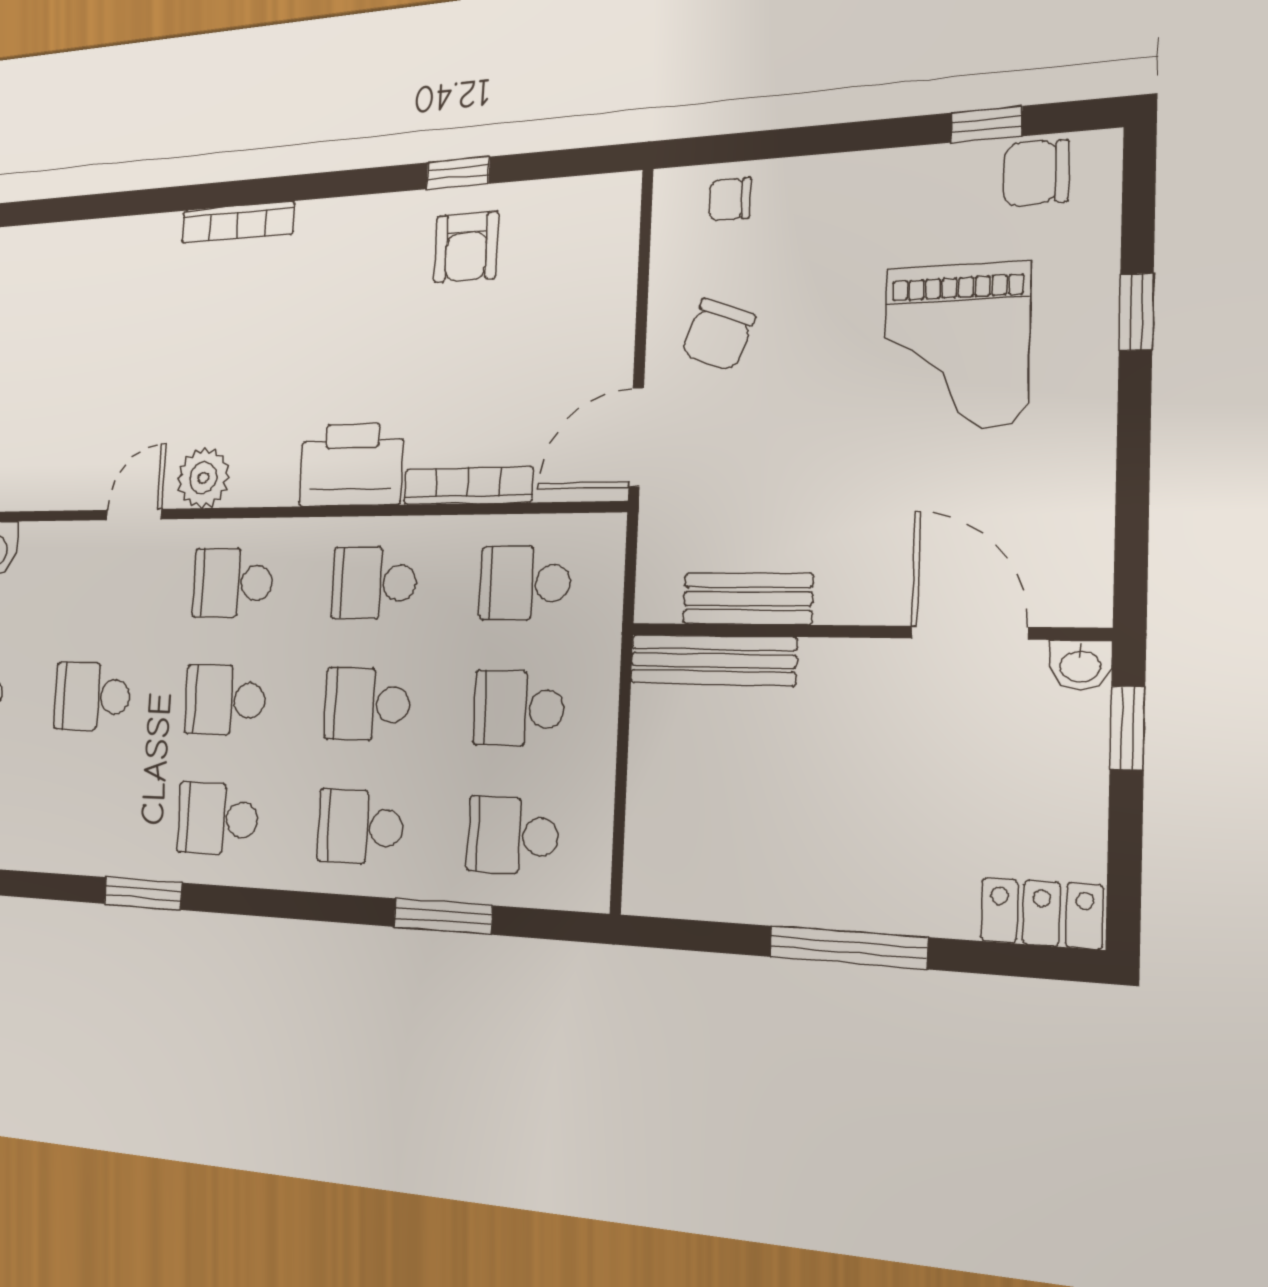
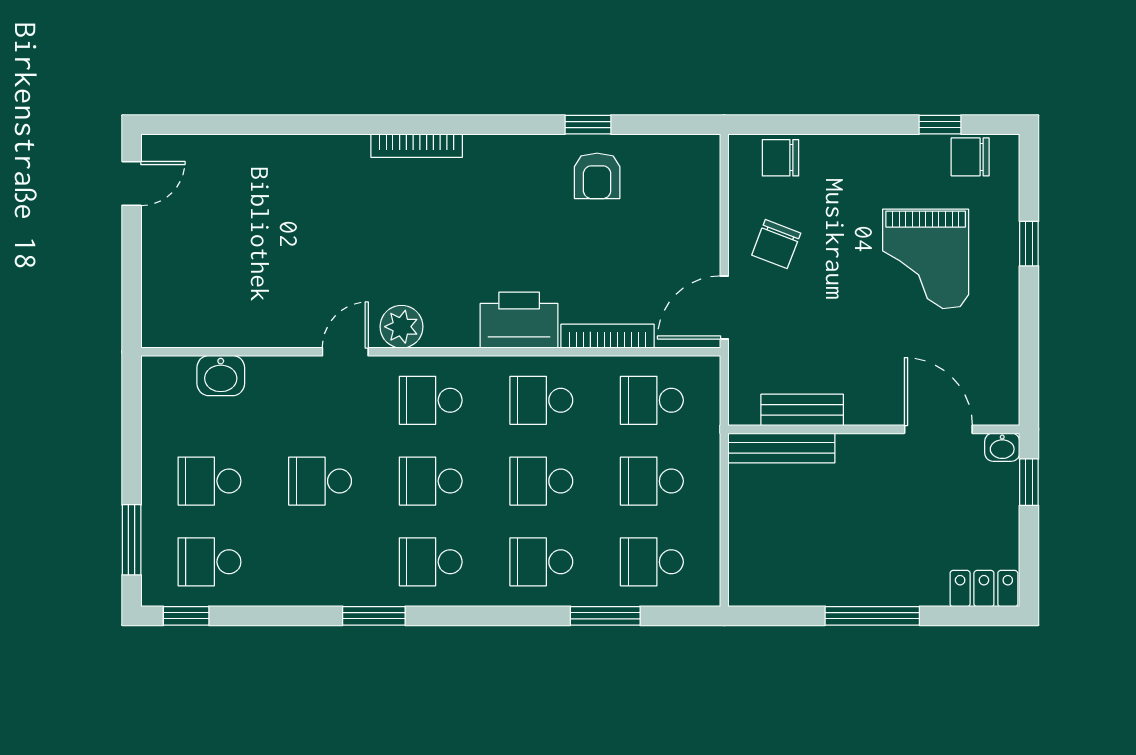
chair: (730, 199) -> (780, 158), width x1.37, depth x1.37

